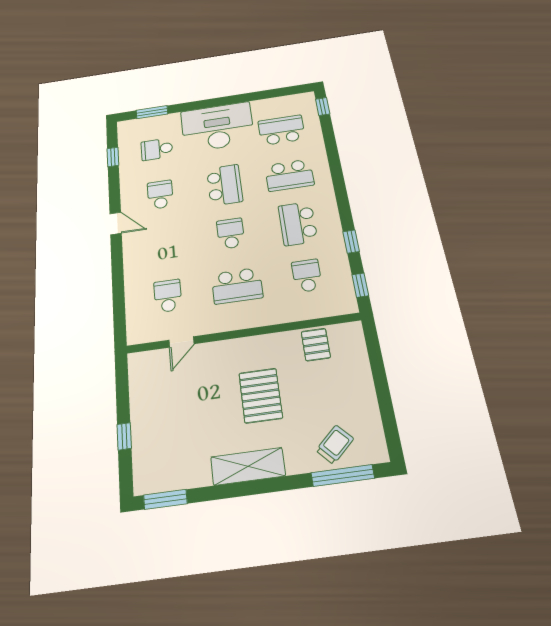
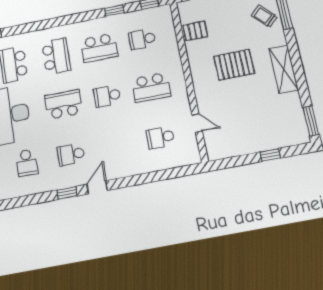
window: (113, 157) -> (67, 193), moved
school desk: (237, 286) -> (151, 87), turned 90

